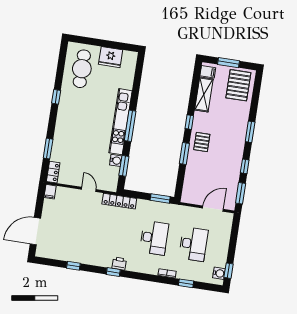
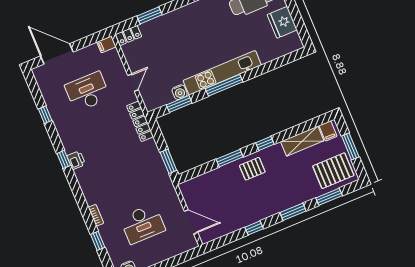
window: (241, 193) -> (329, 197), moved
desk: (154, 238) -> (88, 92), moved, turned 180

